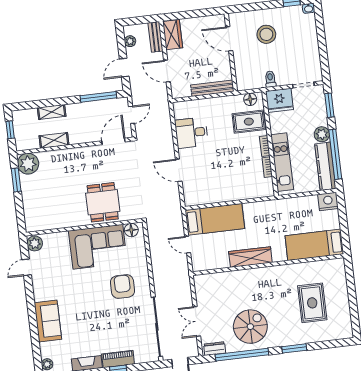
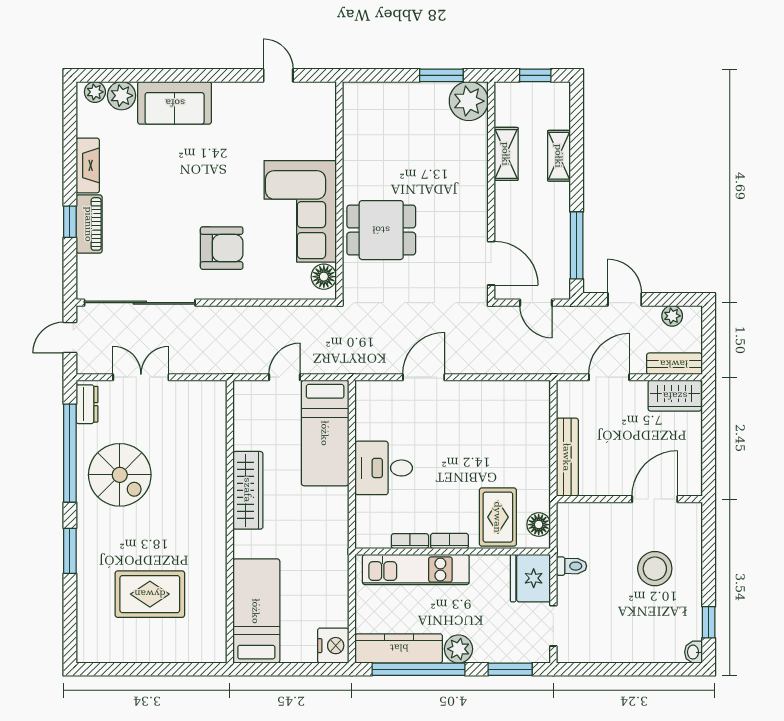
desk: (191, 133) -> (384, 468), moved, turned -90
plant: (35, 243) -> (122, 96), moved

